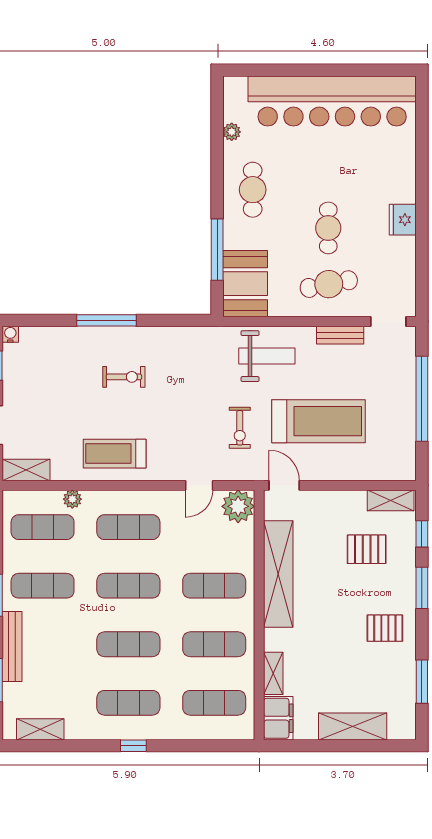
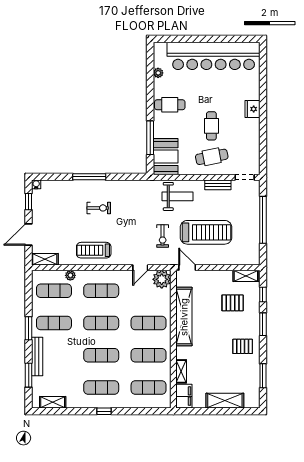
cafe table: (253, 190) -> (170, 105), turned 90
fridge: (403, 220) -> (252, 109), moved

